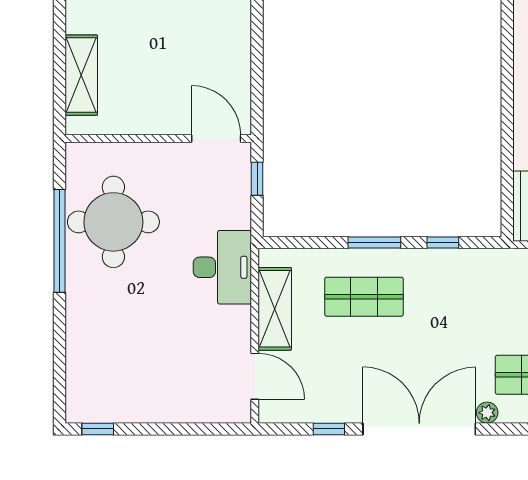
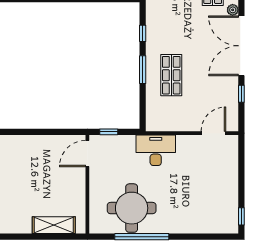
shelving: (275, 309) -> (178, 123), removed

